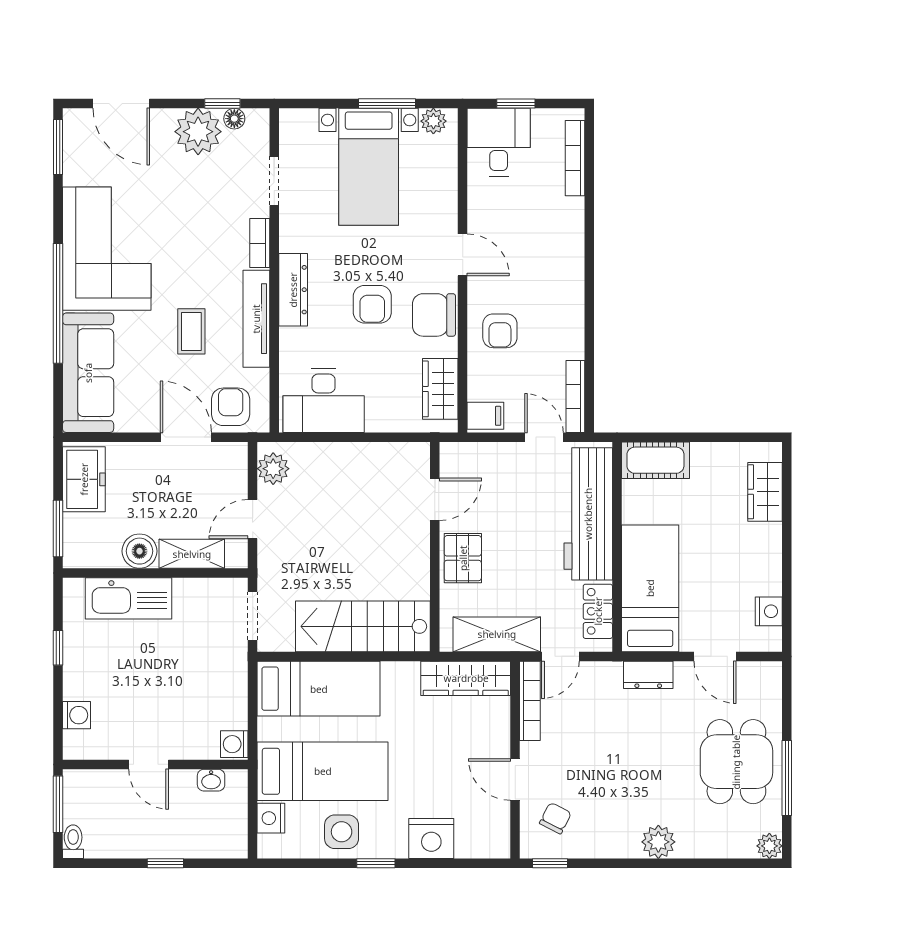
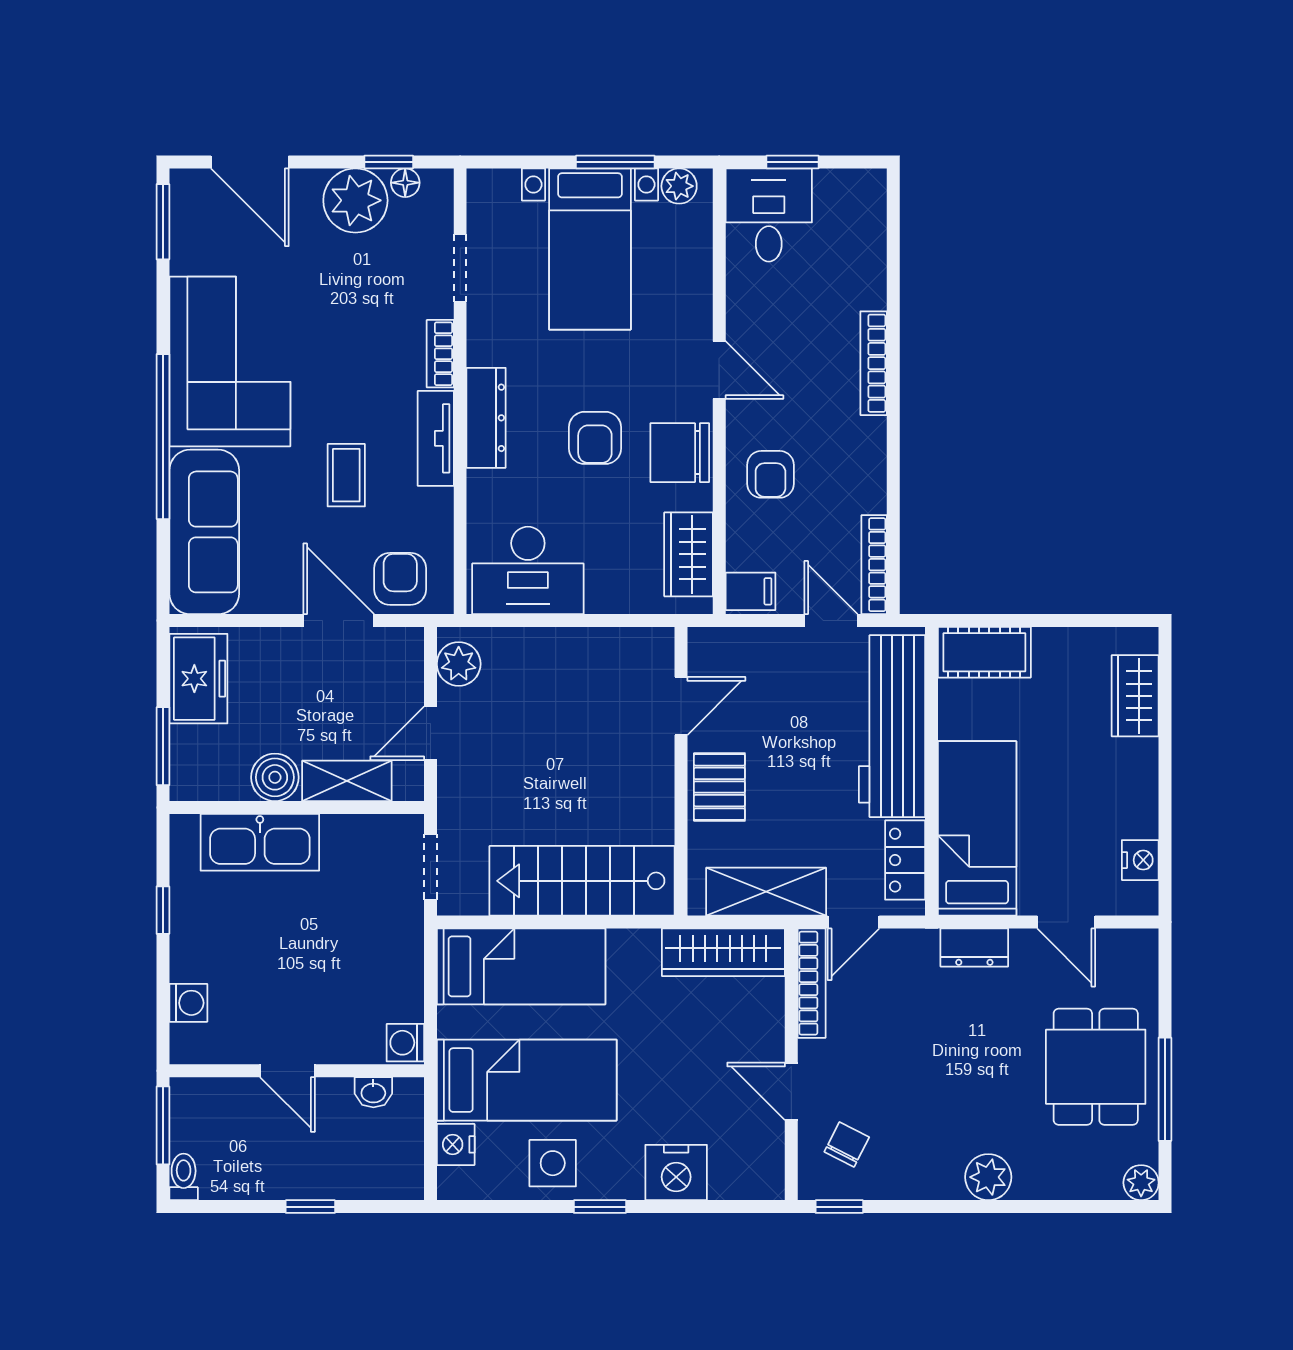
bookcase: (575, 158) -> (874, 363), moved
tv unit: (256, 319) -> (436, 438), width x0.71

